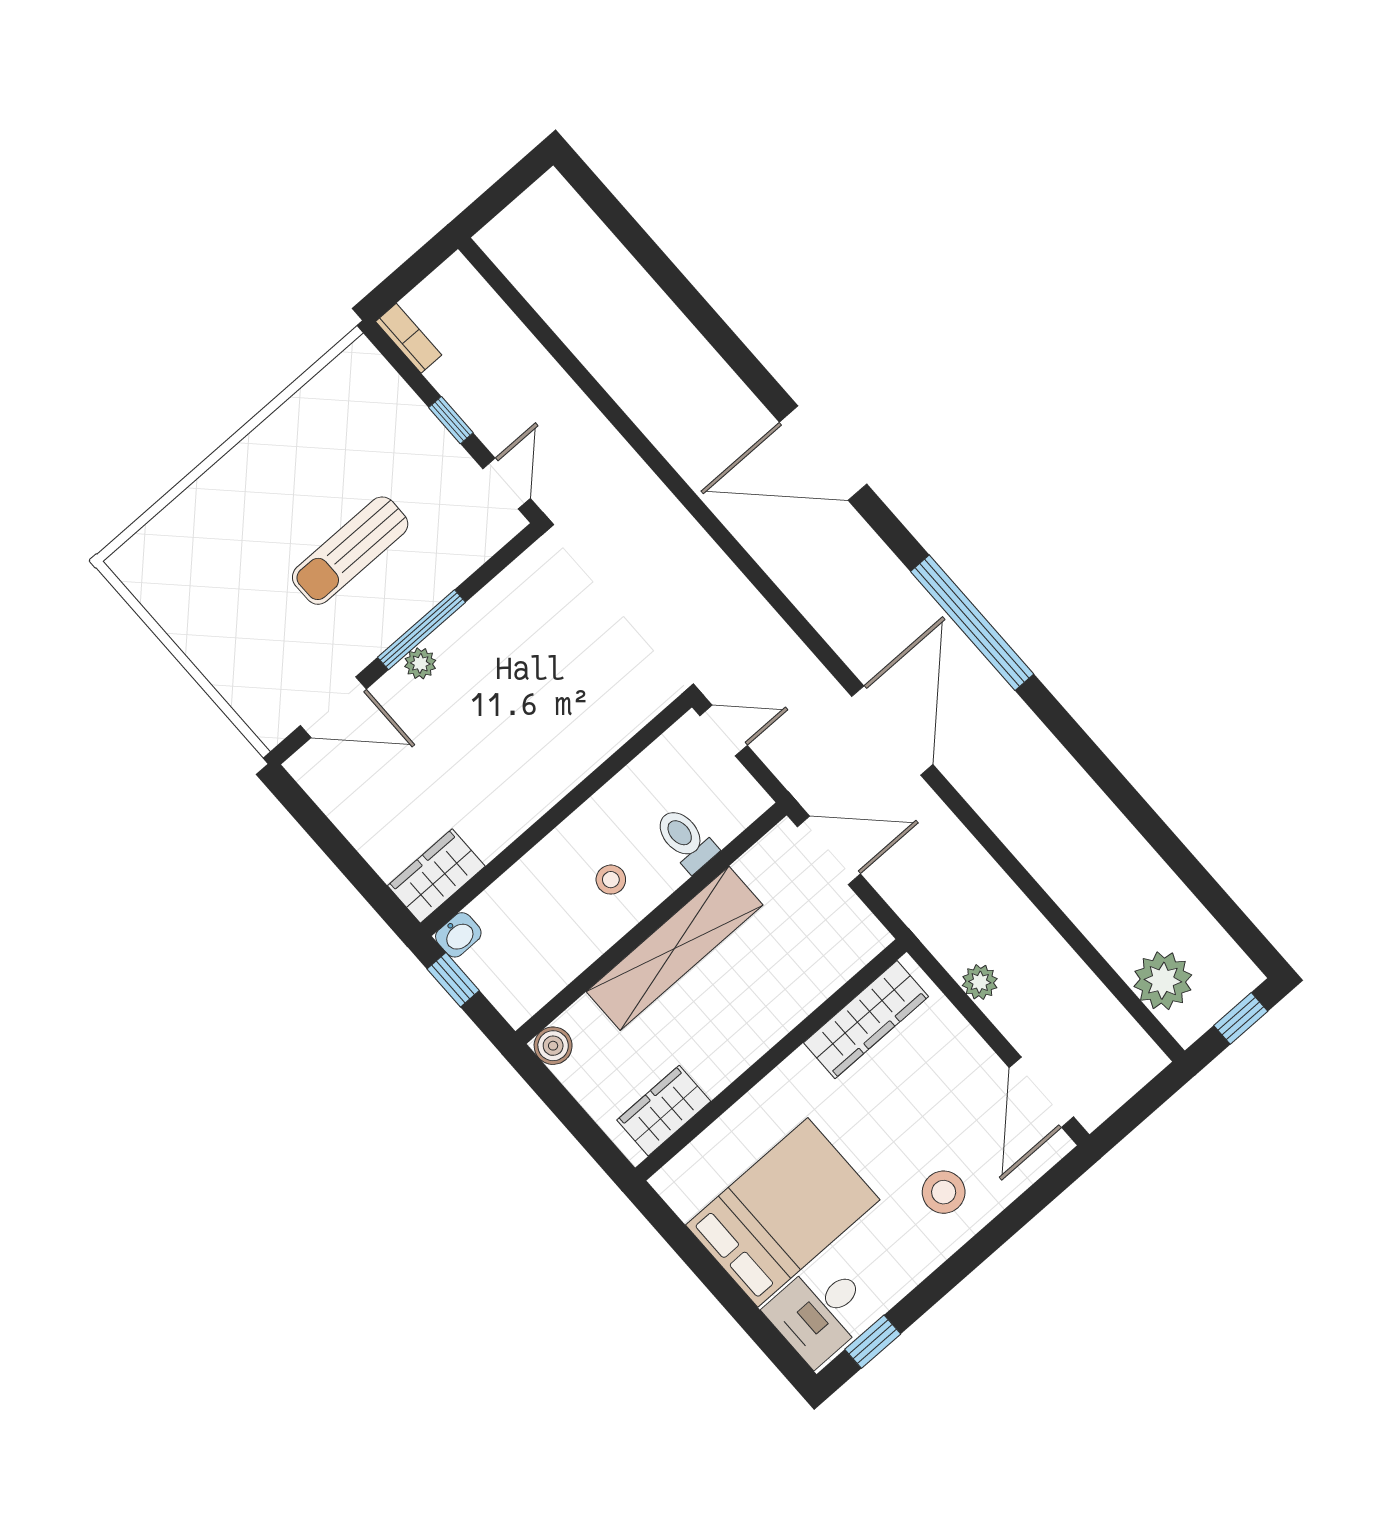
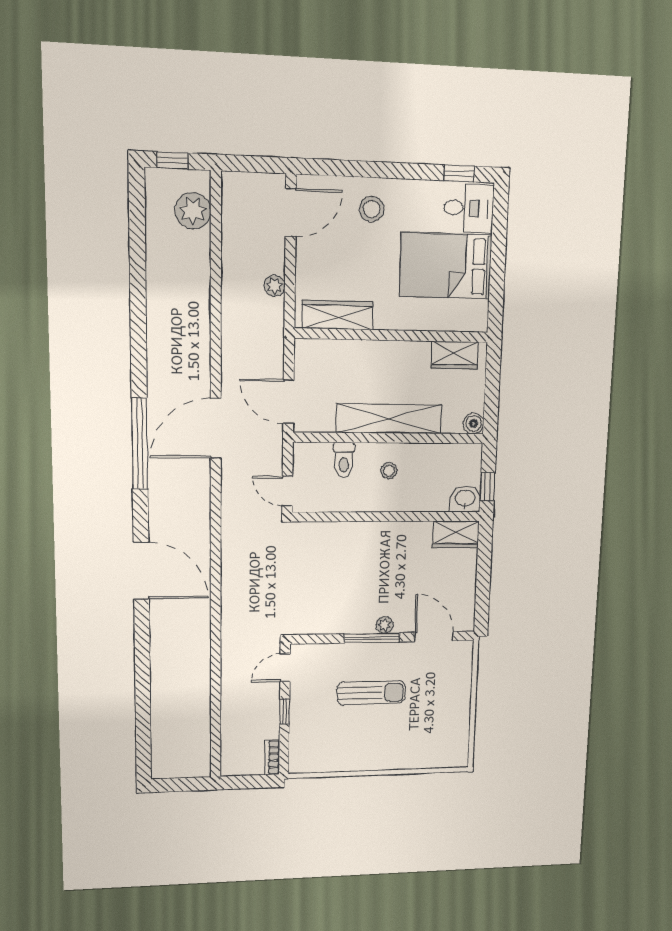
washbasin: (458, 935) -> (465, 499), width x1.38, depth x1.45

